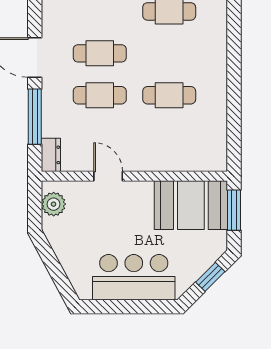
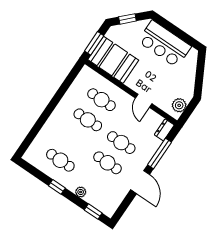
cafe table: (169, 137) -> (102, 100), added

